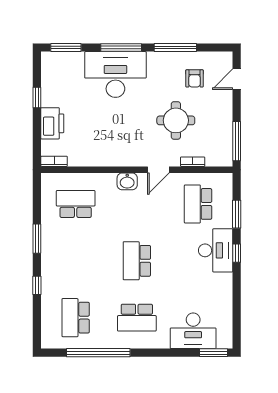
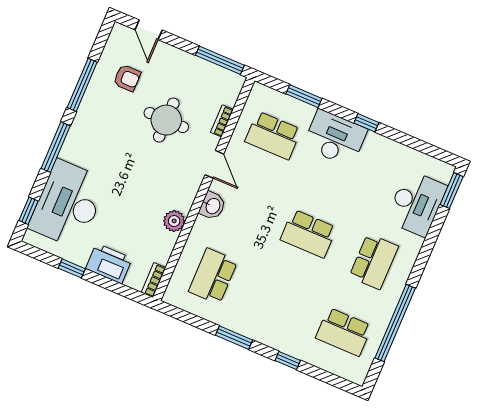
window: (66, 48) -> (28, 211), width x0.67
desk: (115, 74) -> (68, 204), moved
plant: (104, 158) -> (174, 221), added
window: (237, 253) -> (366, 123), moved

